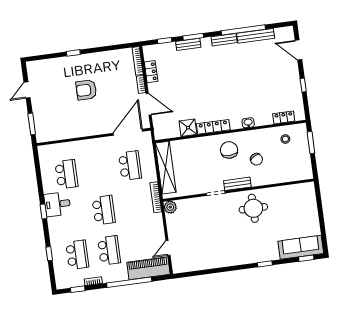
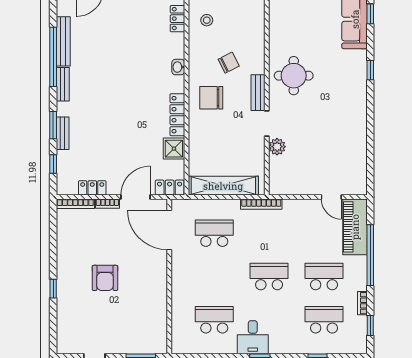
locker: (159, 128) -> (170, 188), added
plant: (170, 207) -> (277, 147), moved

